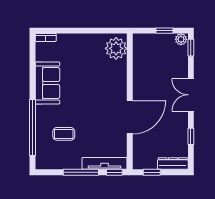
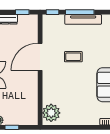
coffee table: (64, 134) -> (73, 57), moved
tv unit: (105, 163) -> (83, 19), moved

